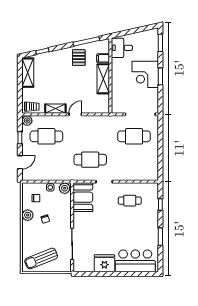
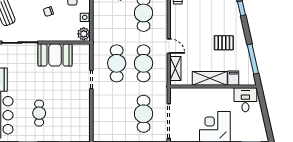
pallet: (79, 58) -> (224, 43), moved
shelving: (55, 109) -> (175, 69), moved
cafe table: (90, 136) -> (144, 63), added
booth: (83, 197) -> (55, 55), moved
cafe table: (130, 201) -> (39, 113), moved

